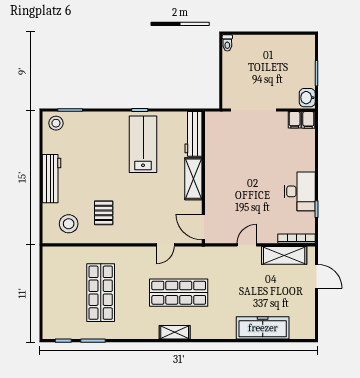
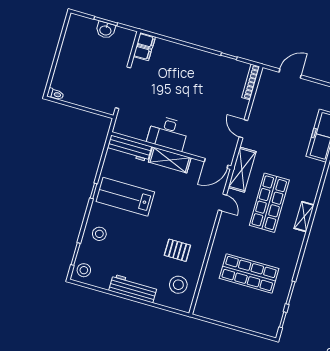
washbasin: (307, 98) -> (105, 30), moved
stool: (98, 128) -> (99, 234), added
desk: (300, 191) -> (168, 133), moved, turned 180
shelving: (284, 255) -> (242, 170), moved

